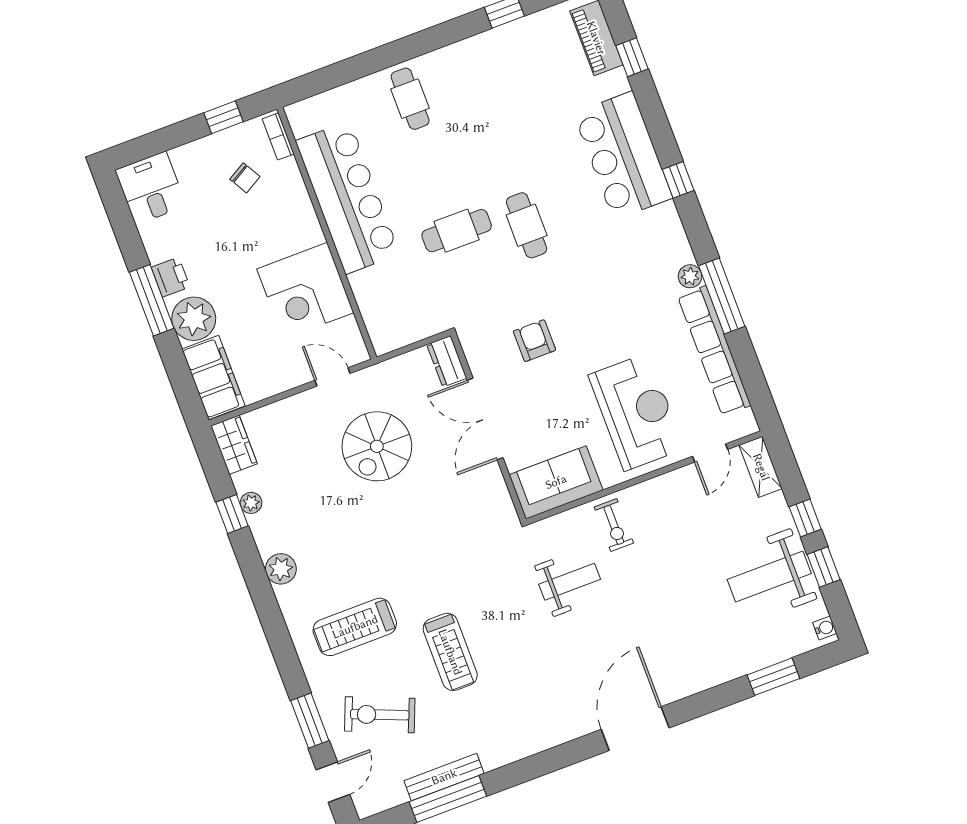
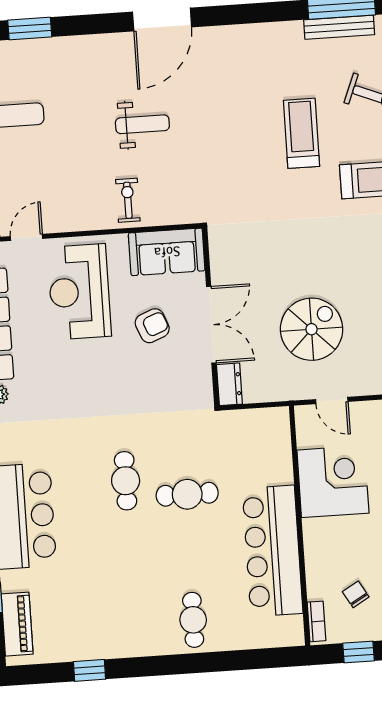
armchair: (535, 341) -> (152, 326), moved, turned -112
weight bench: (570, 582) -> (142, 124), moved, turned 180

